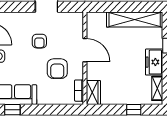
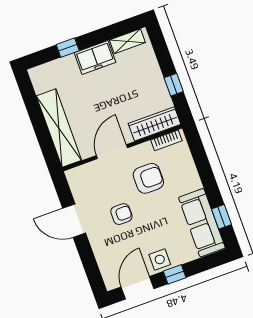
shelving: (135, 19) -> (59, 128), moved
wardrobe: (93, 92) -> (154, 124), width x1.50
window: (134, 110) -> (174, 85), moved

